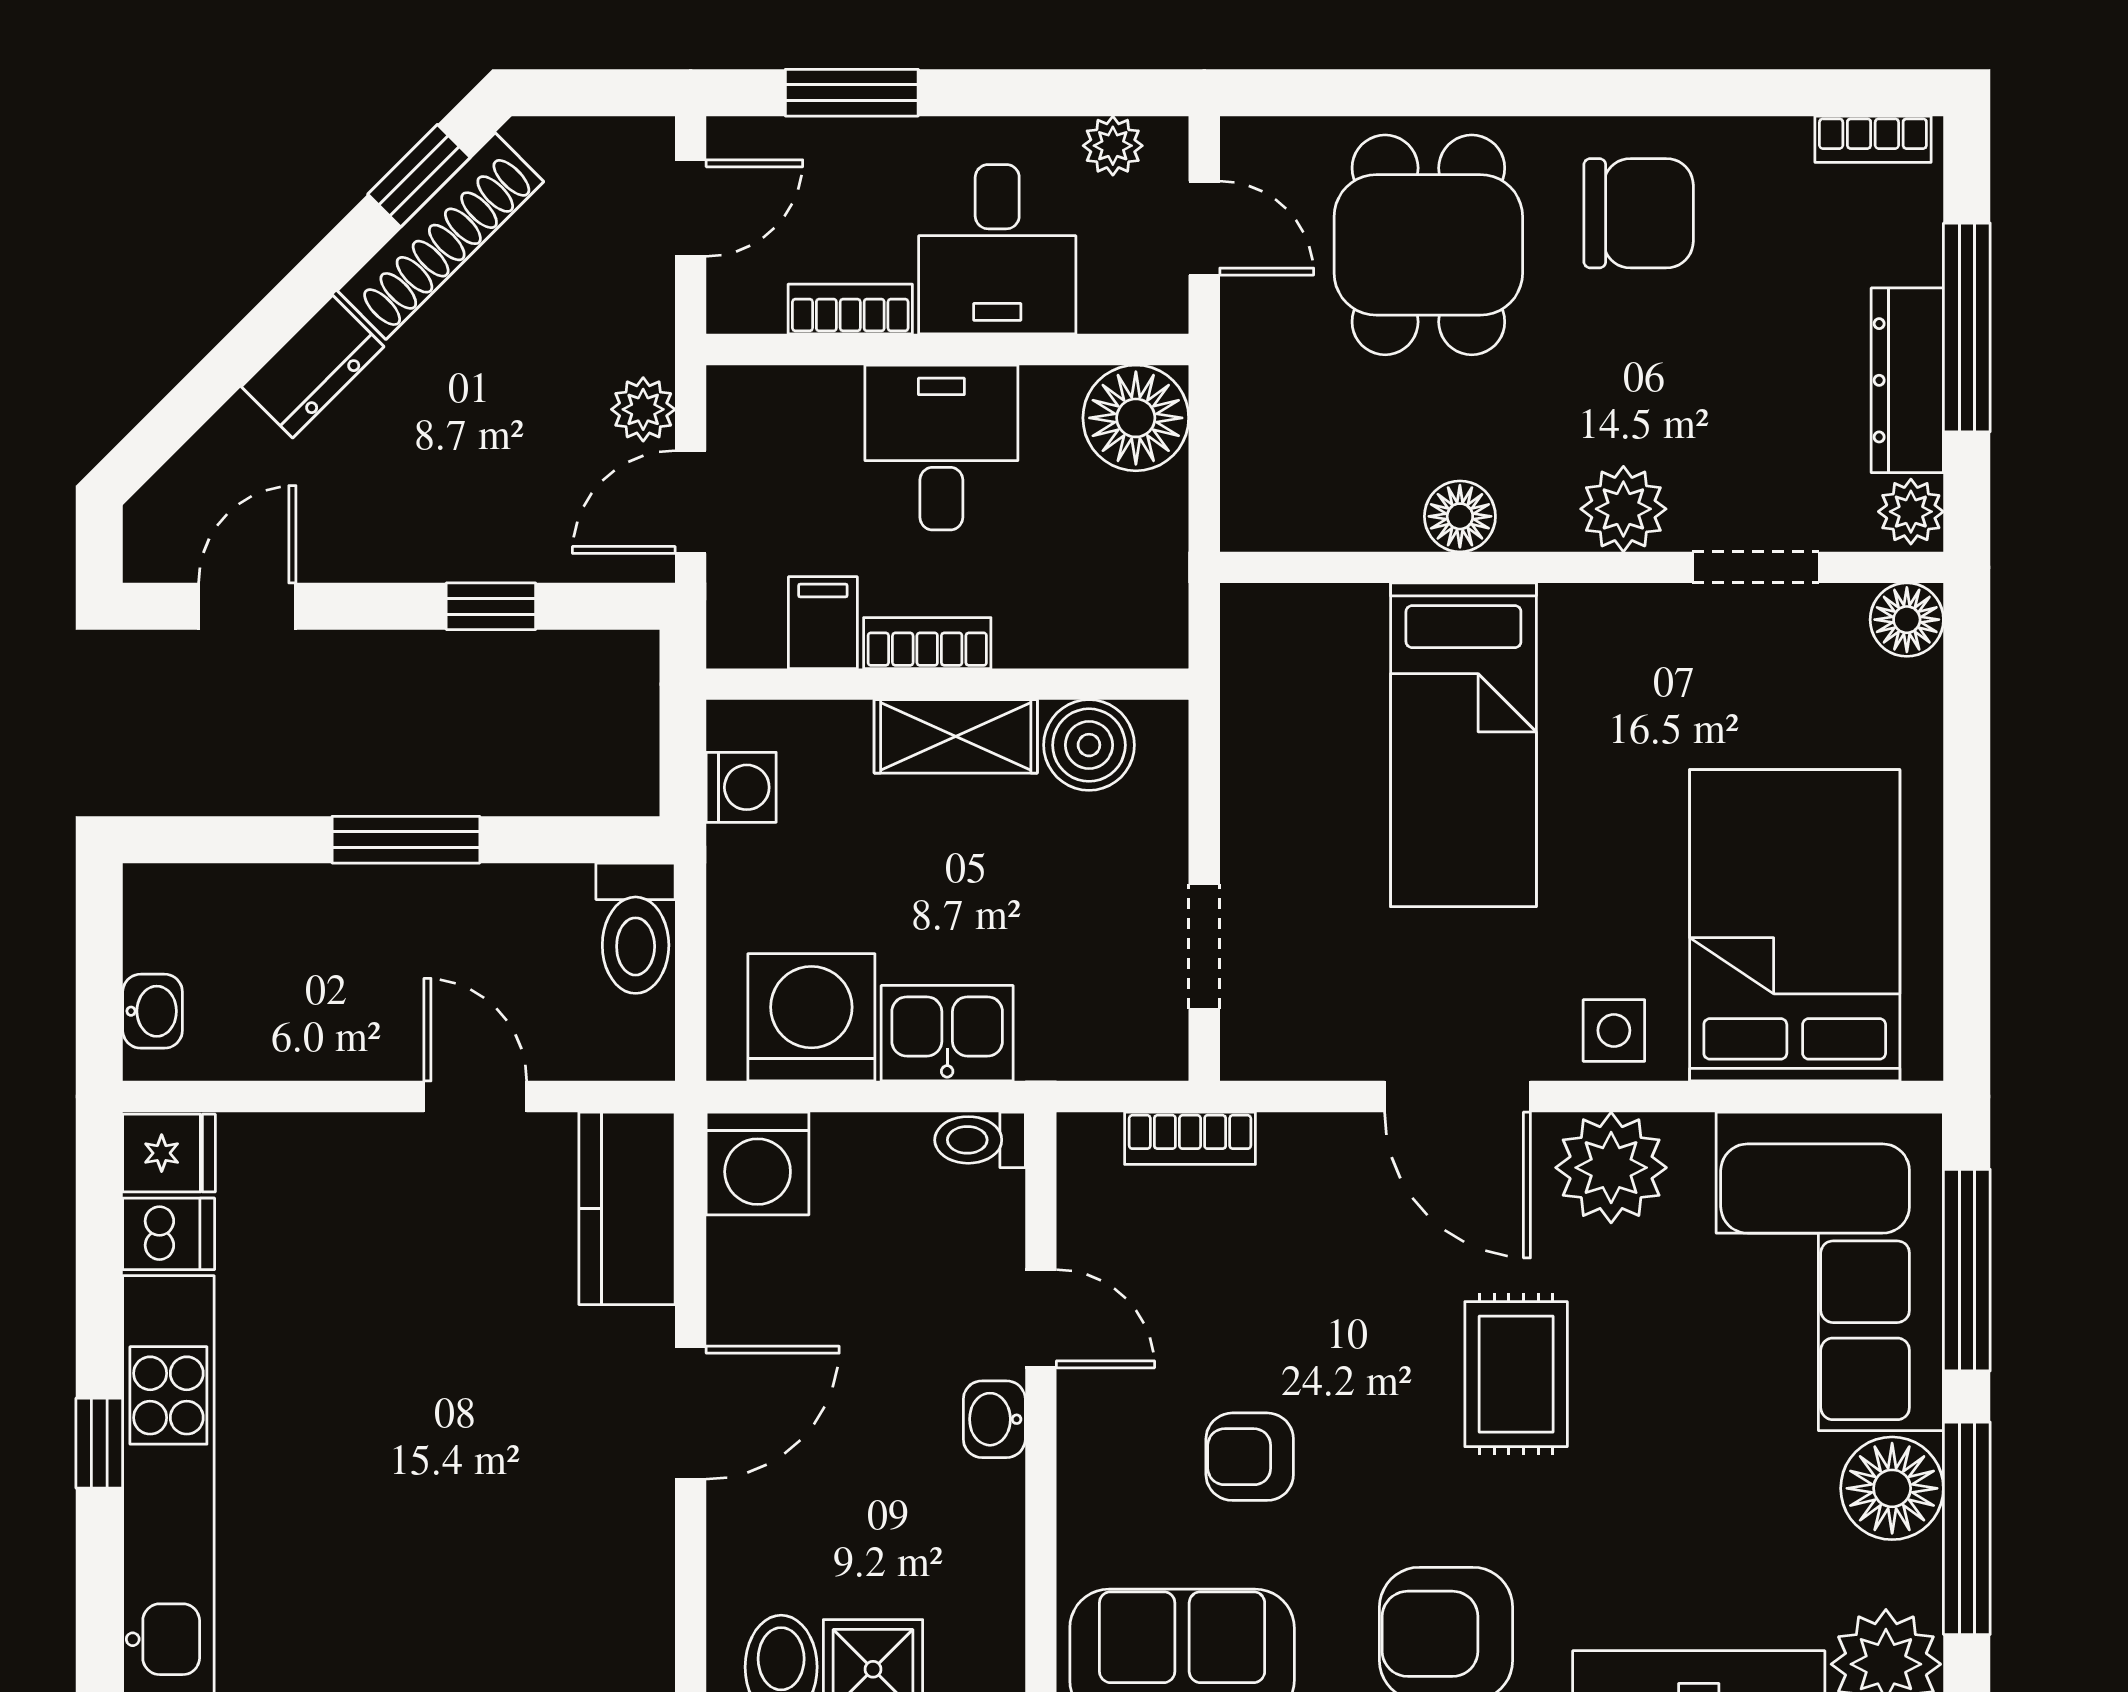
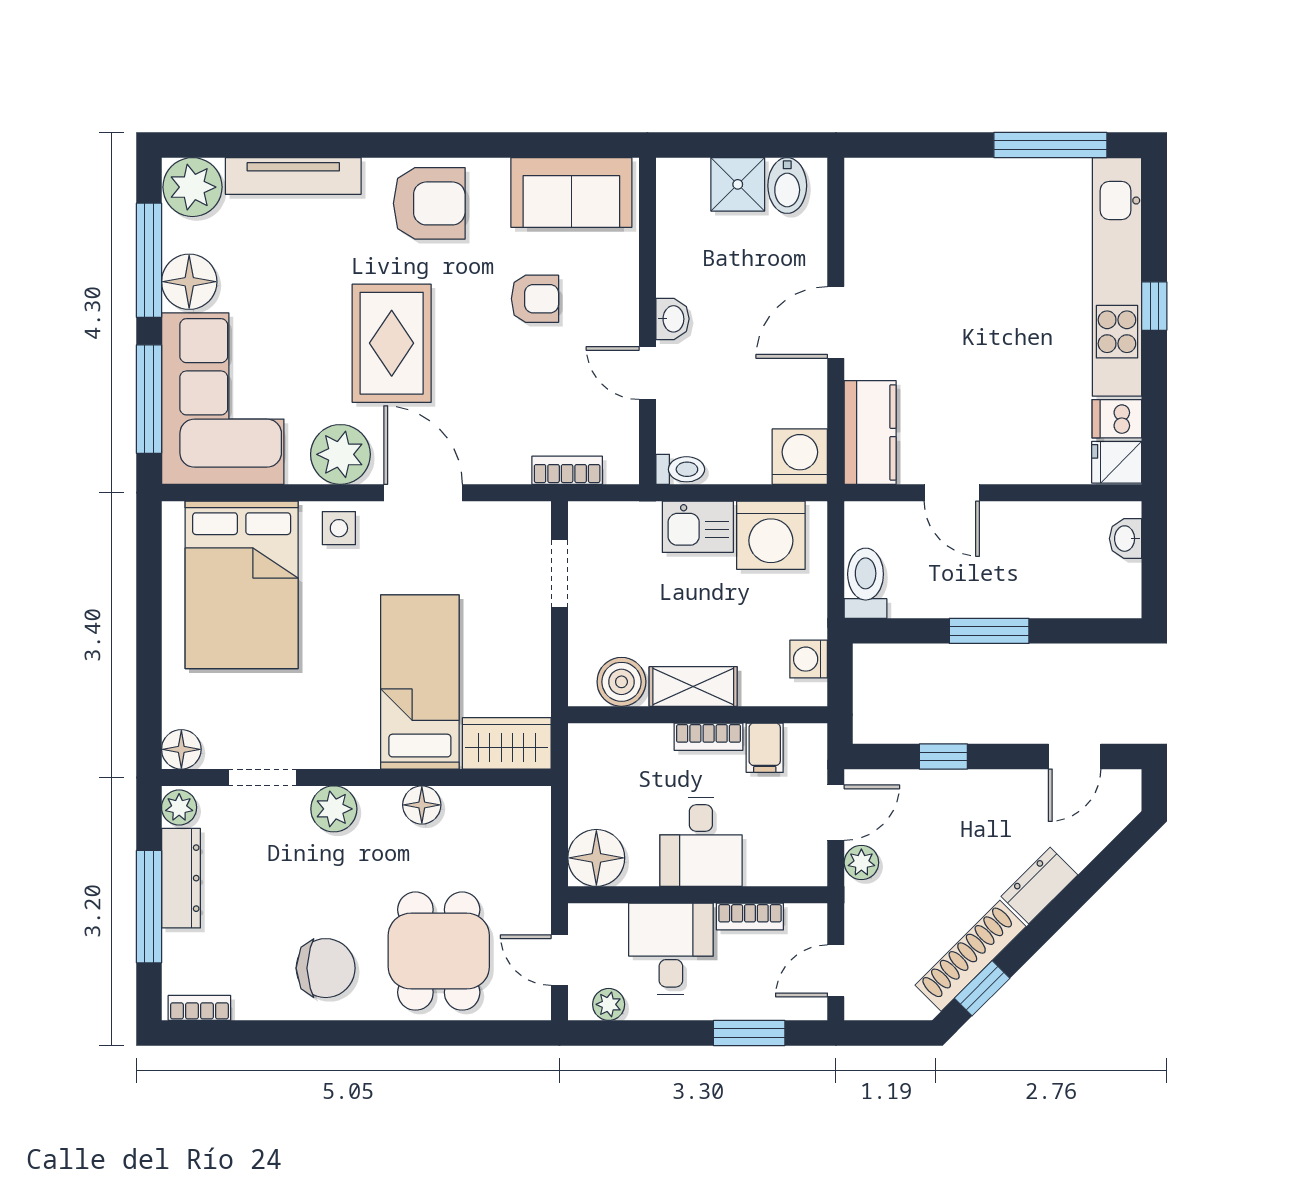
chair: (1639, 213) -> (326, 968), turned 180
wardrobe: (1302, 631) -> (507, 743), added
rug: (1516, 1374) -> (392, 343), width x1.36, depth x1.43

